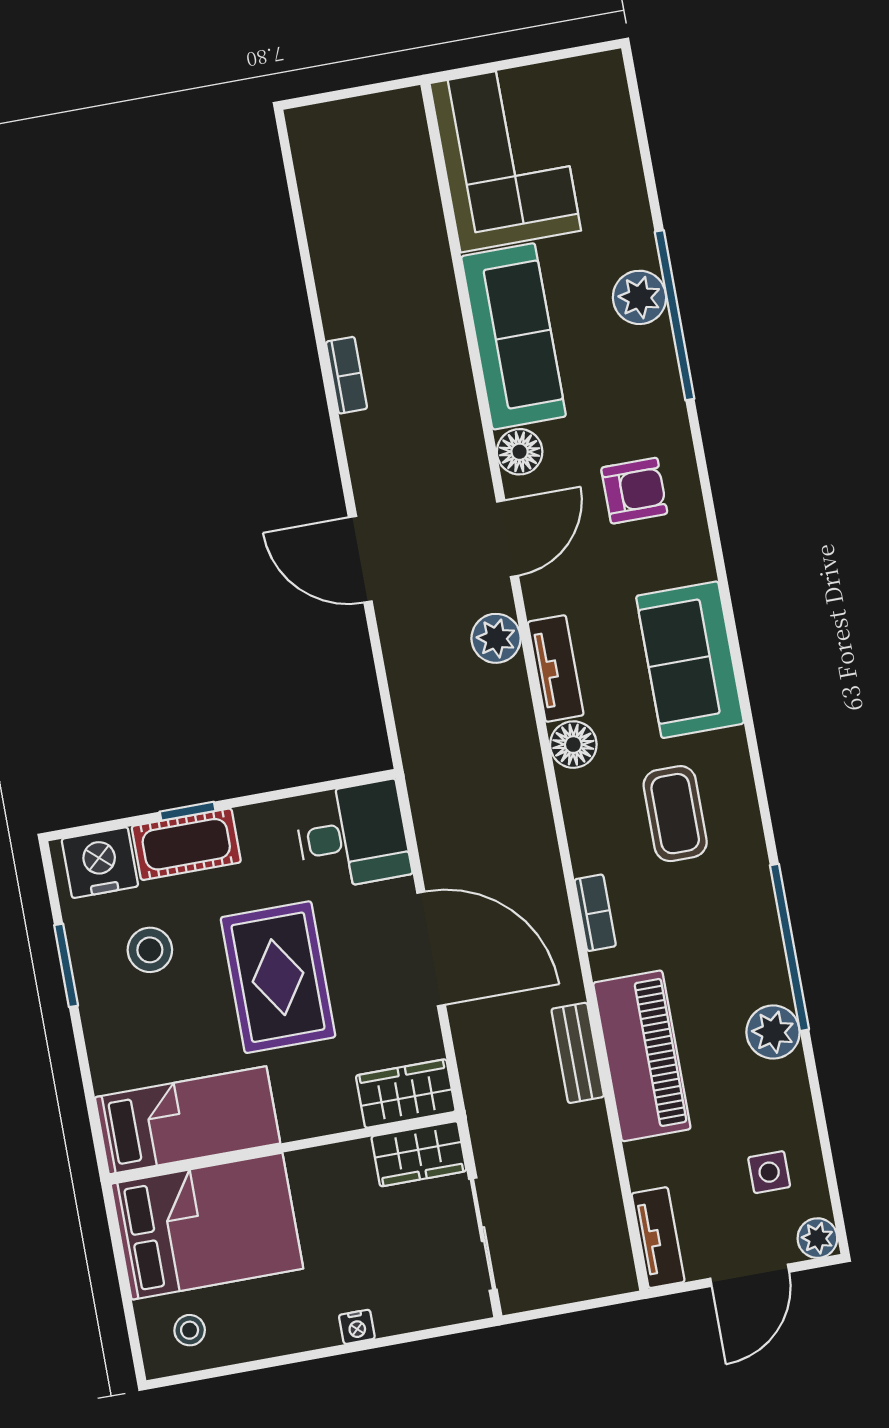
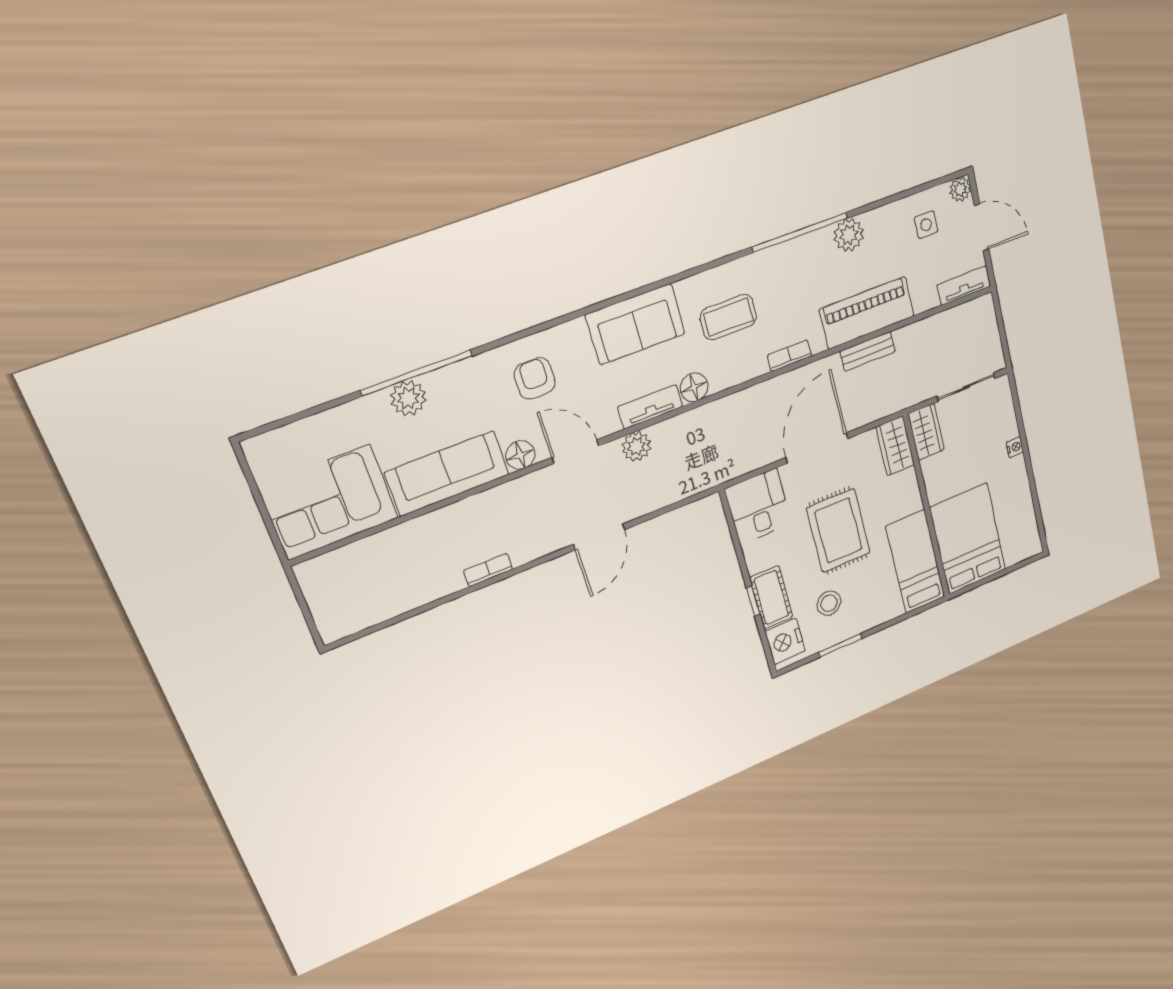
rug: (278, 977) -> (838, 531), turned 90
stool: (190, 1330) -> (1019, 536), removed

